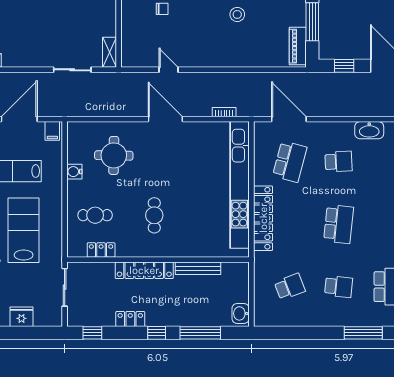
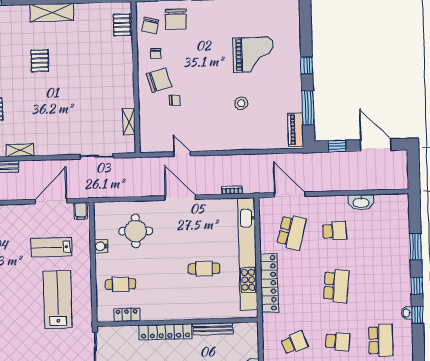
shelving: (110, 52) -> (129, 122), moved
cafe table: (154, 215) -> (204, 269), moved, turned 90

